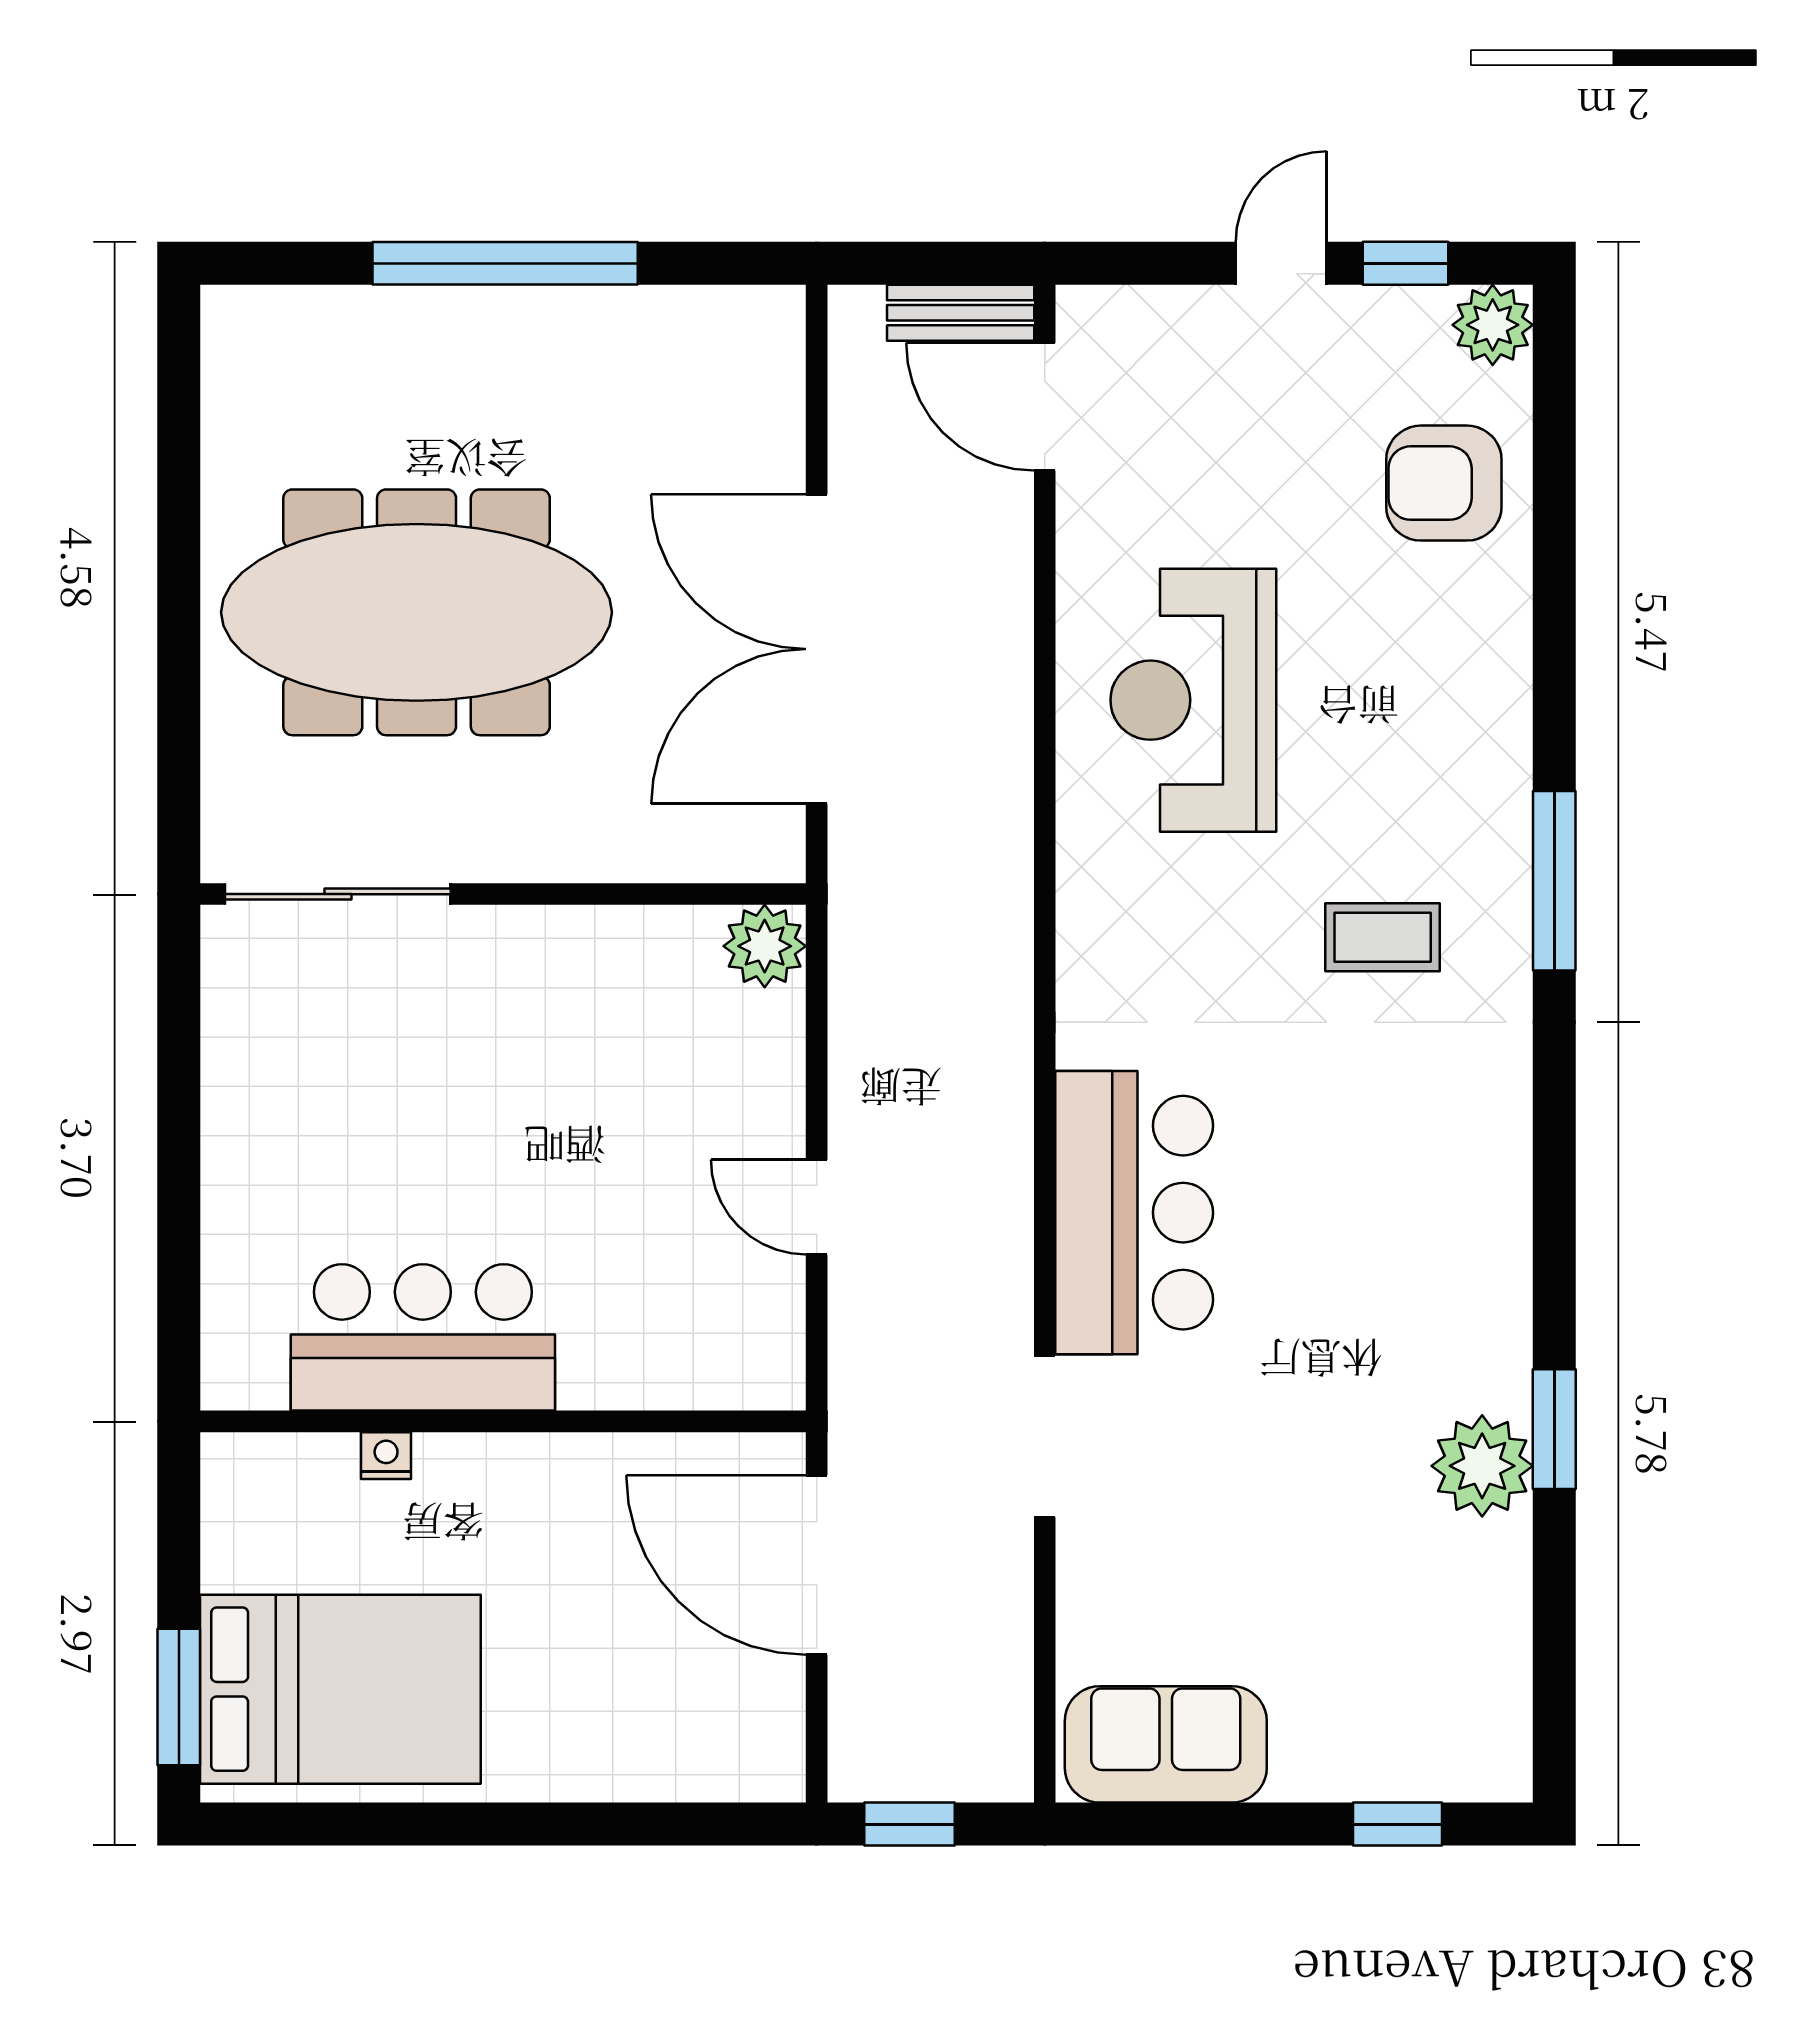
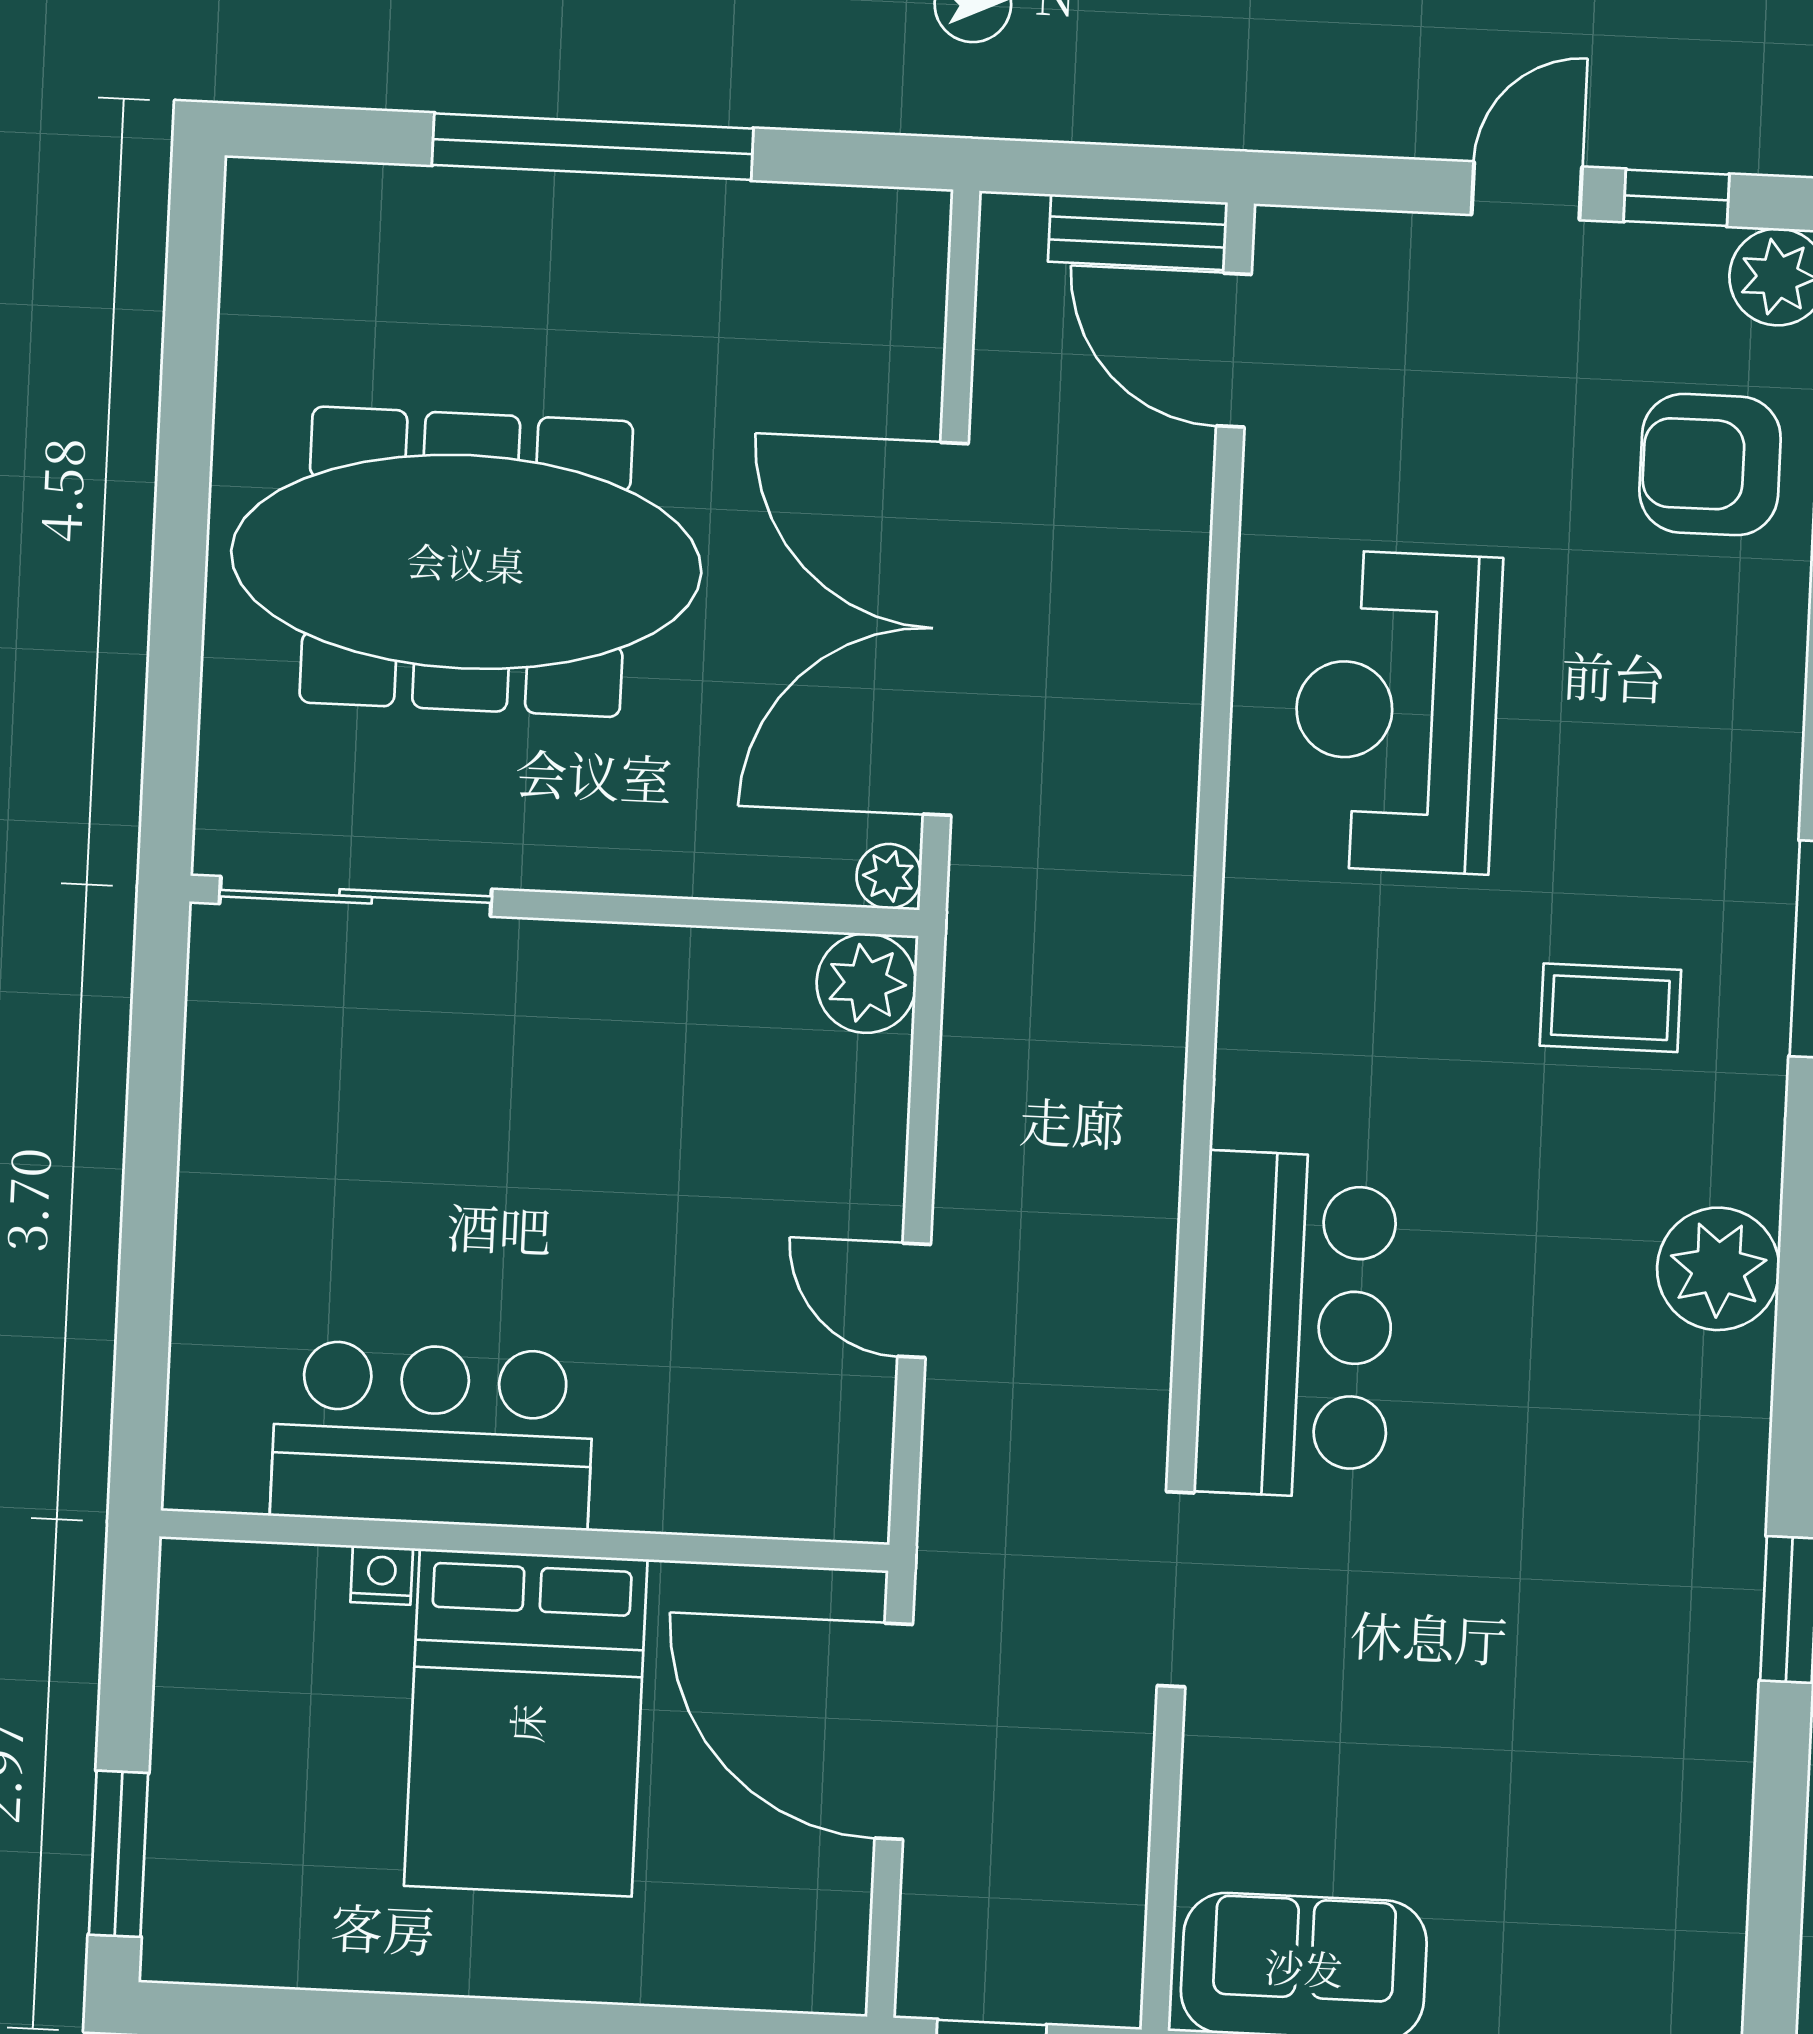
plant: (779, 857) -> (889, 876), added
plant: (1482, 1466) -> (1718, 1269), moved
bed: (340, 1689) -> (526, 1723), moved, turned 90

